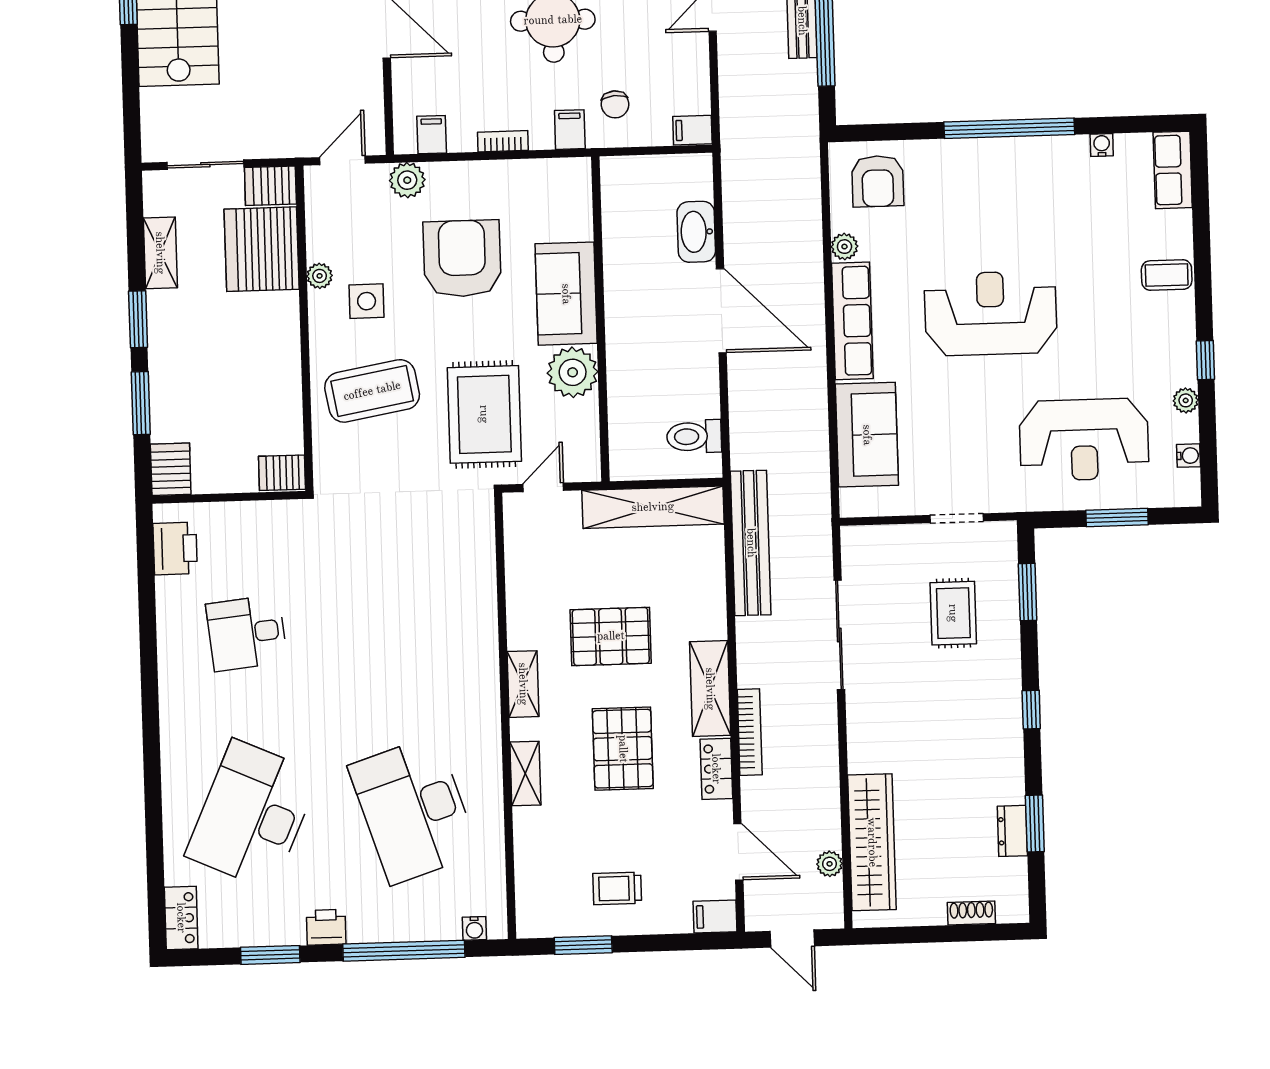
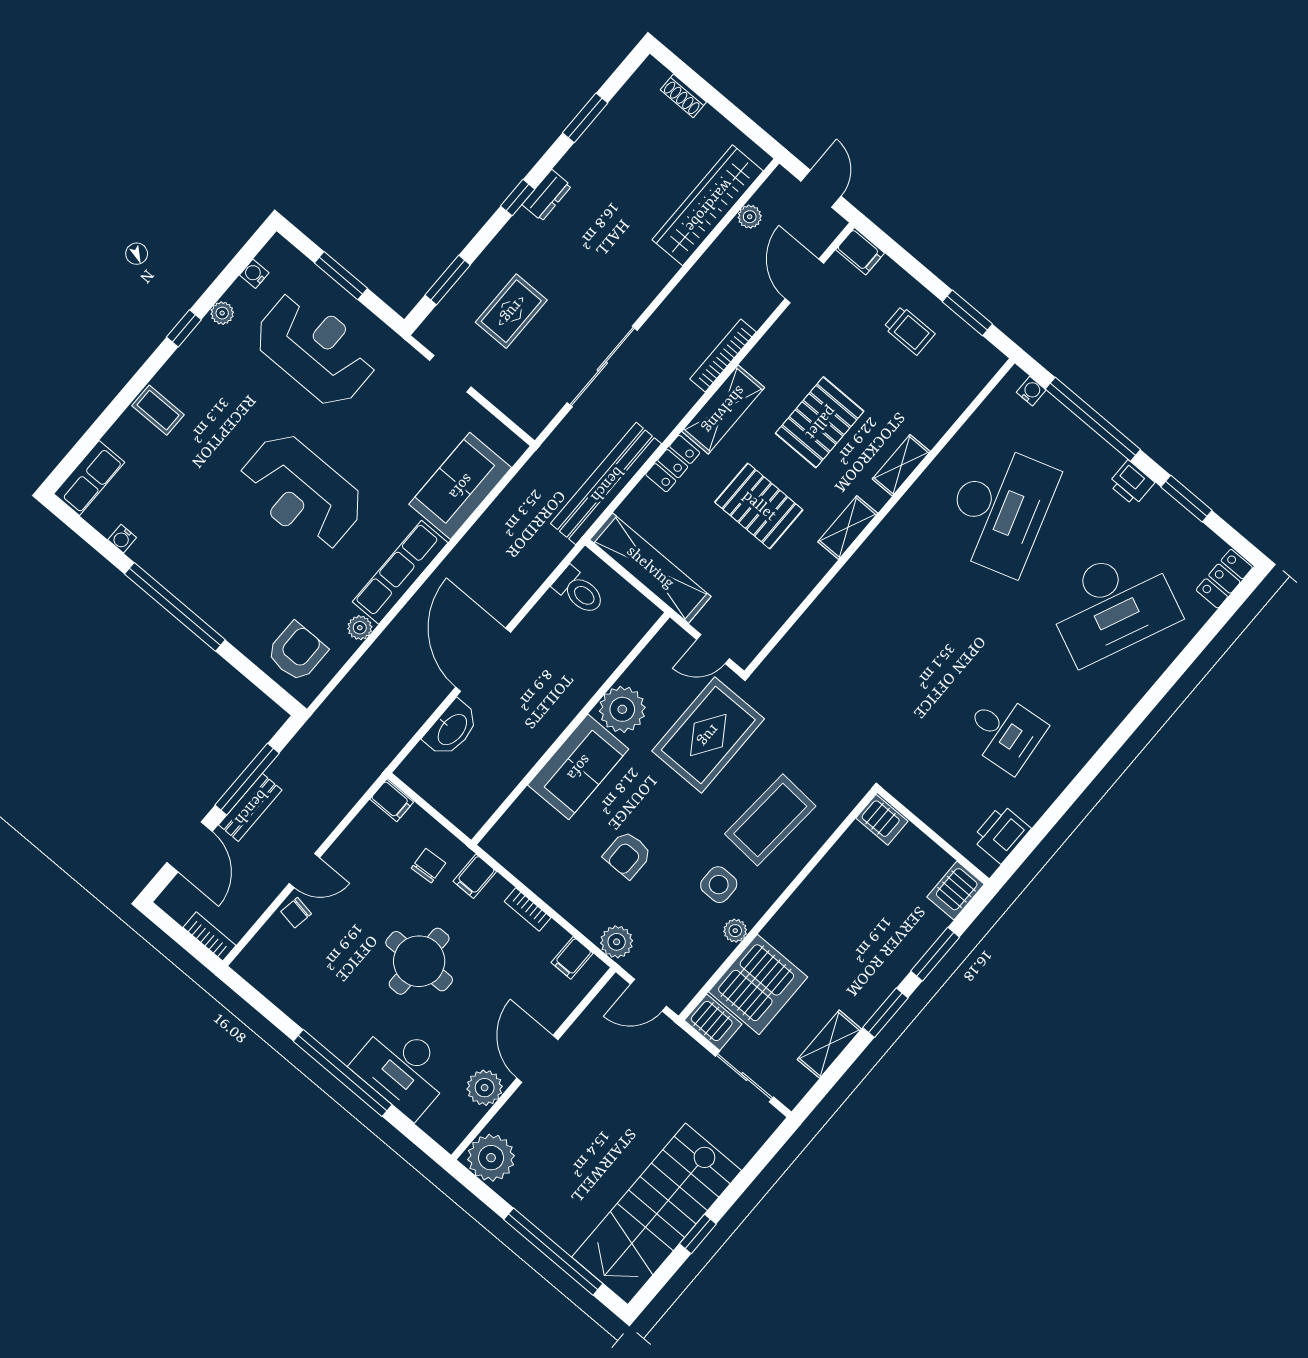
armchair: (462, 259) -> (627, 855), width x0.53, depth x0.53
coffee table: (372, 391) -> (770, 820), turned -76
locker: (716, 769) -> (673, 464), moved
dresser: (1012, 831) -> (547, 195), moved

